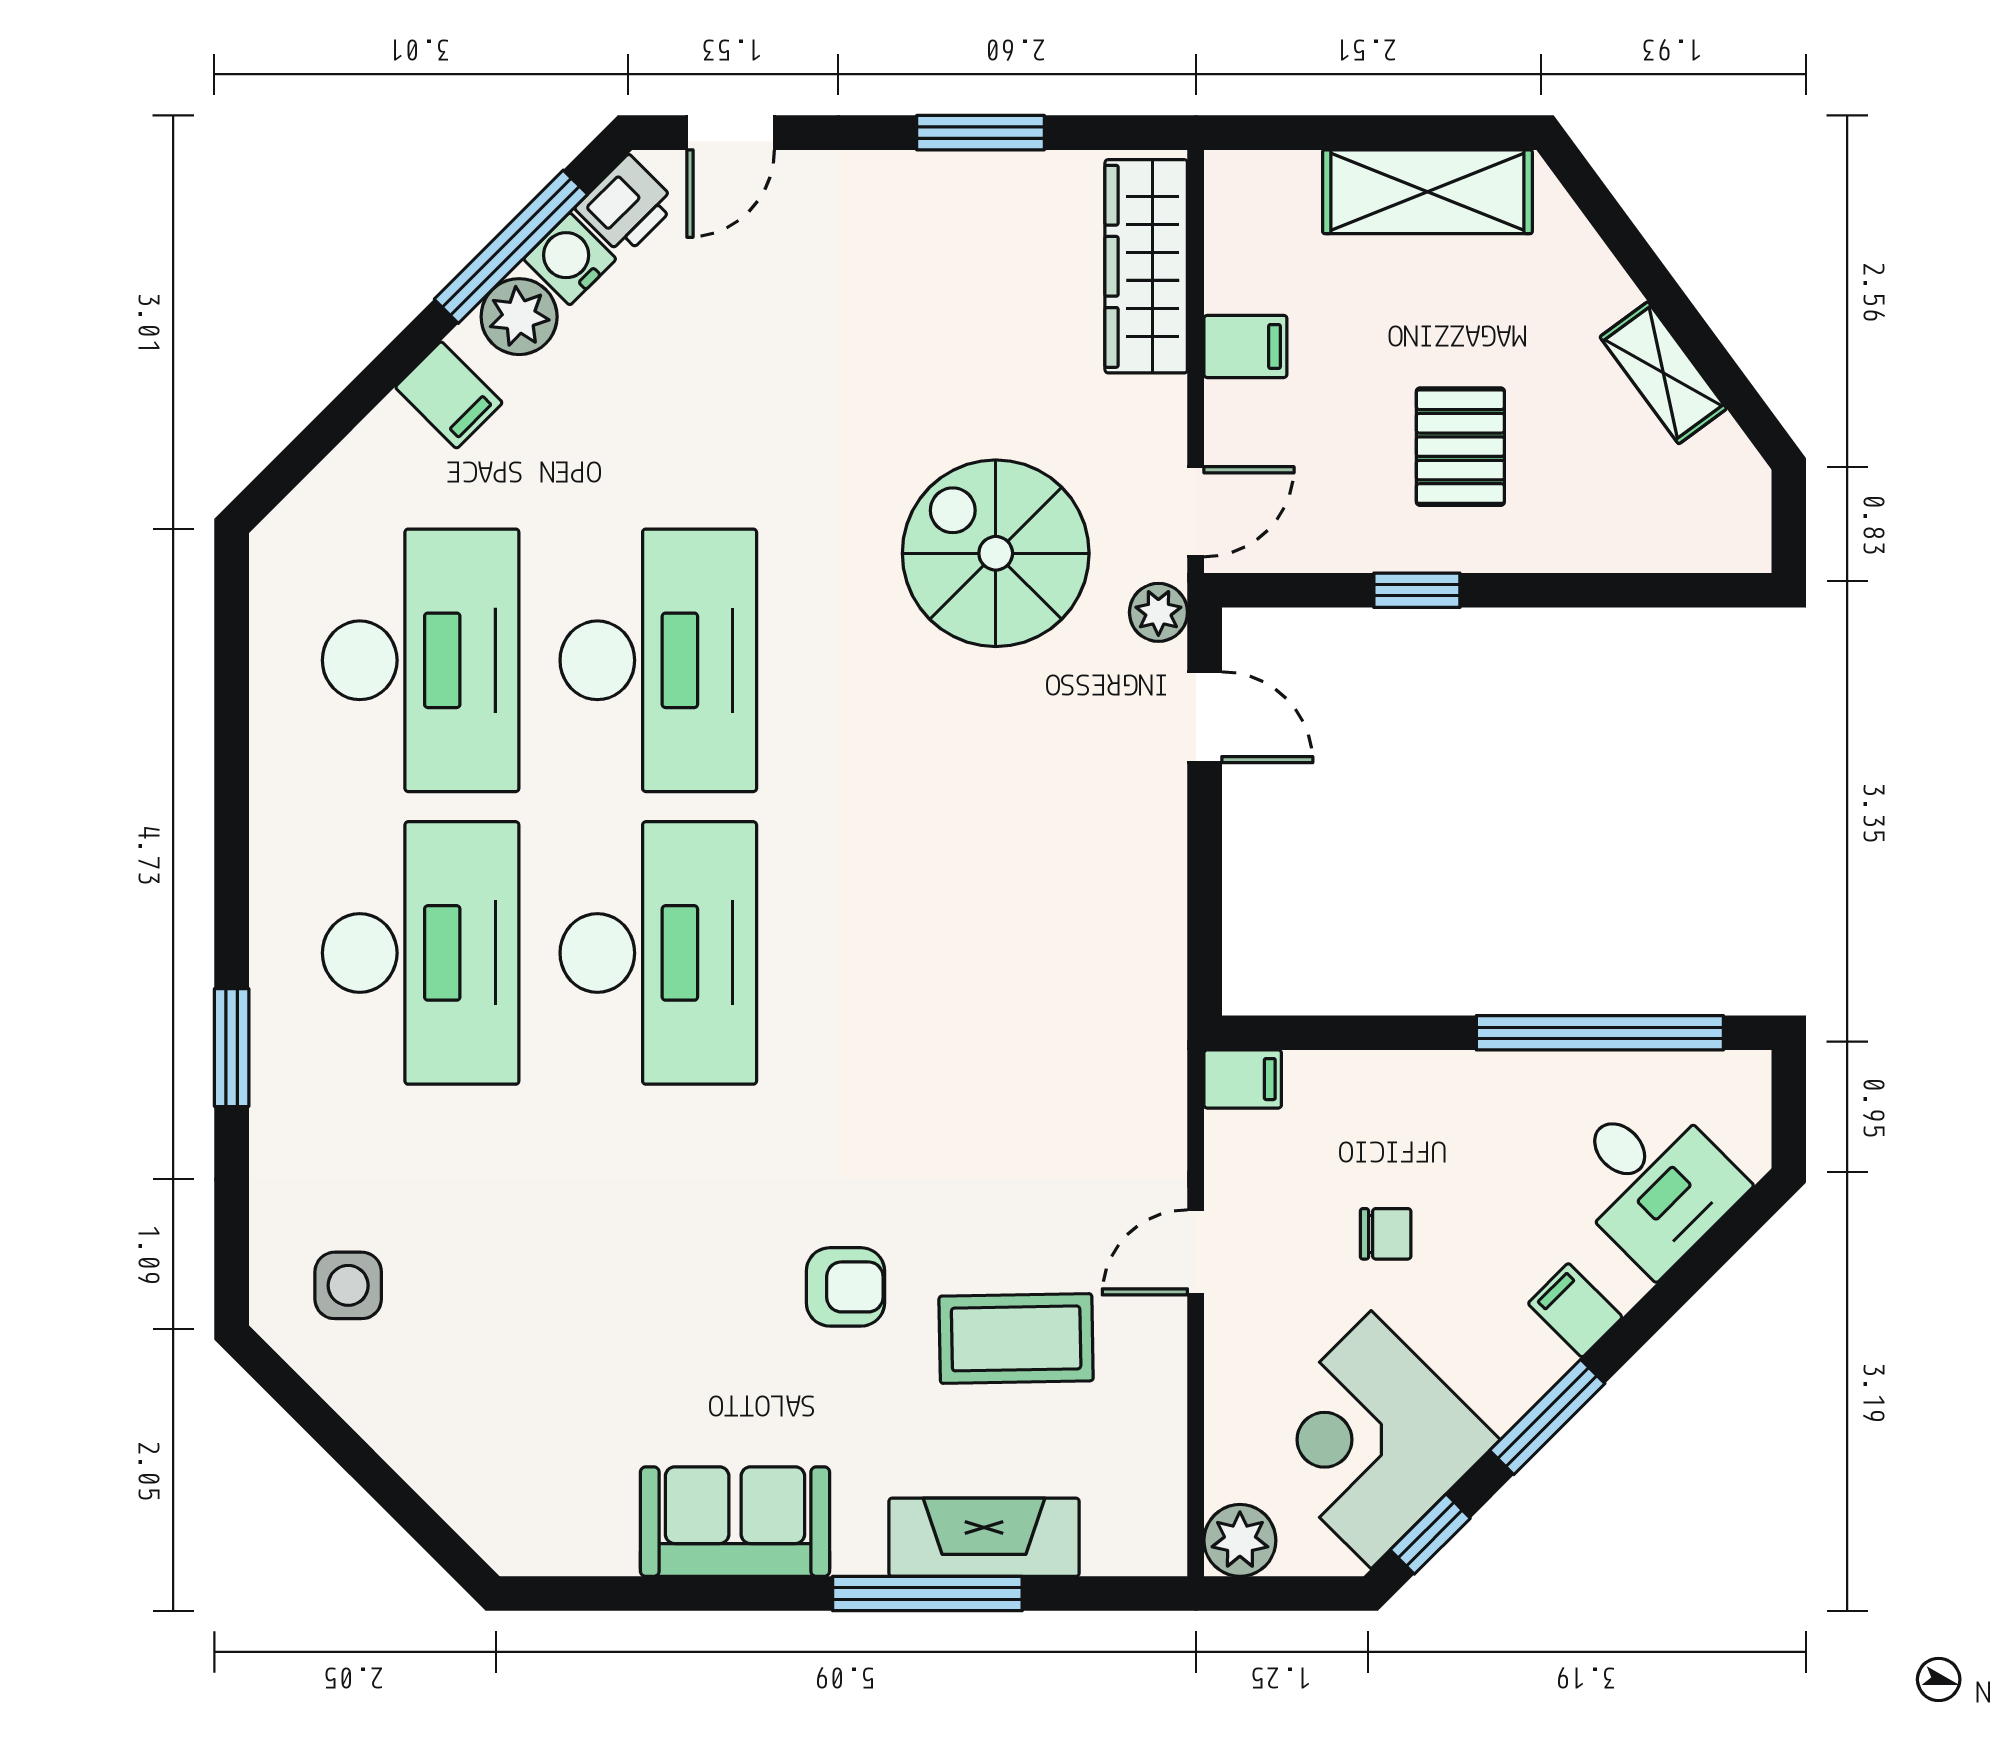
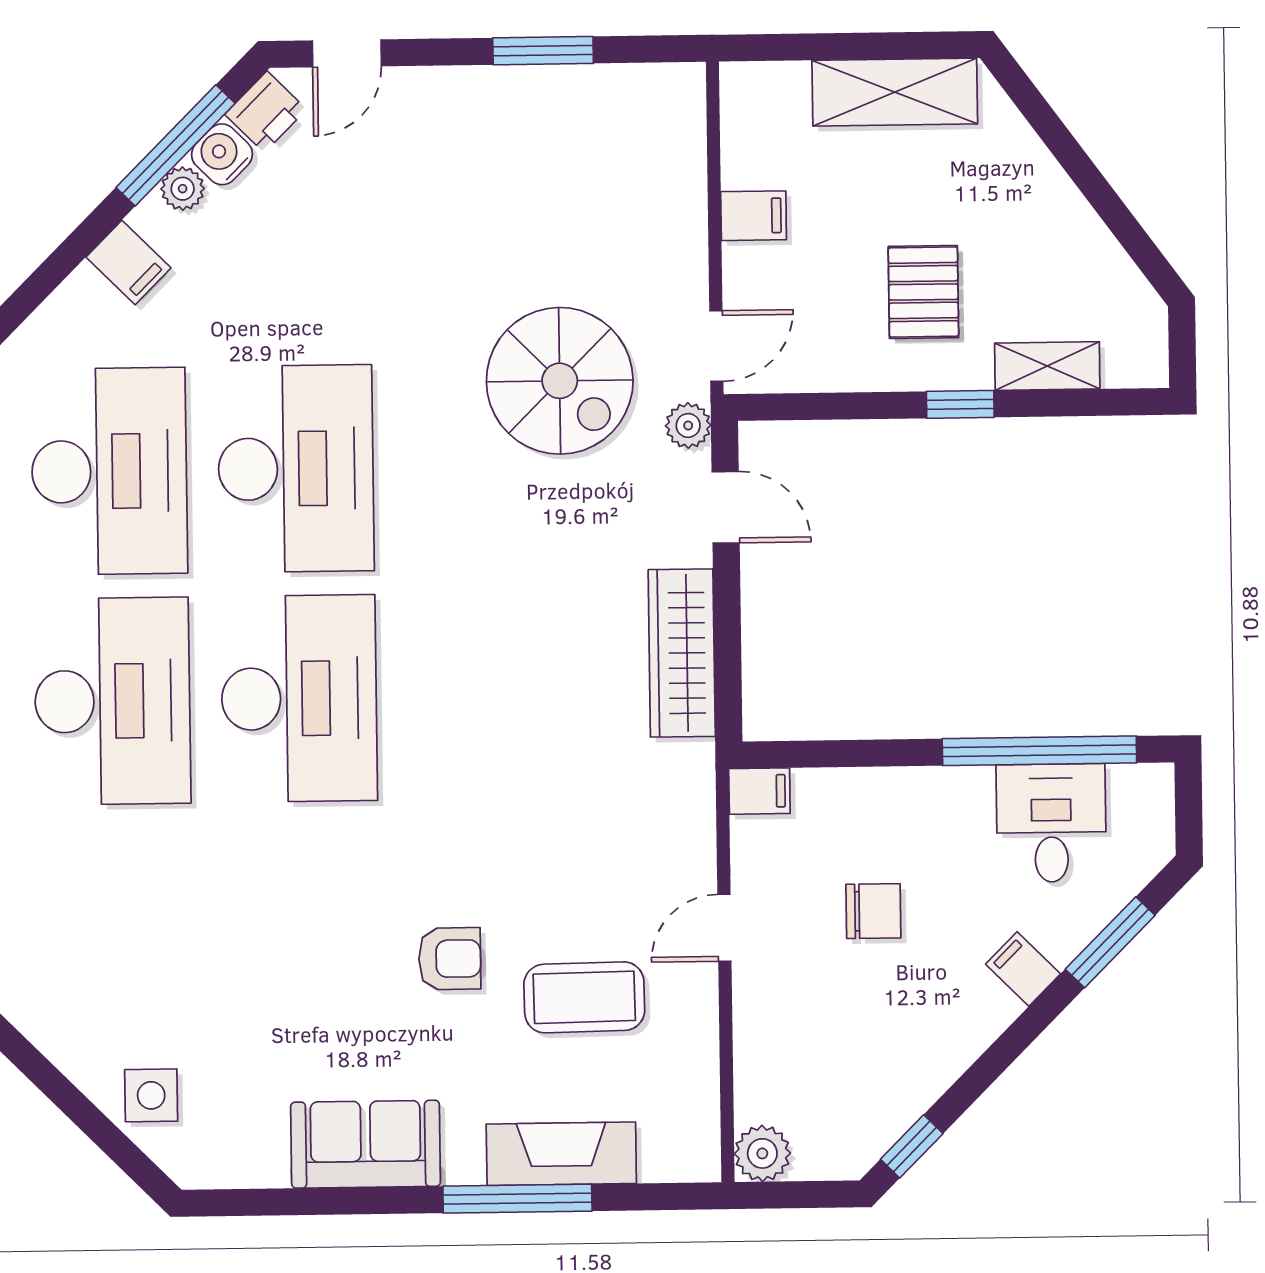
wardrobe: (1146, 266) -> (682, 653), moved
plant: (519, 317) -> (183, 189), width x0.73, depth x0.73
shelving: (1663, 373) -> (1047, 366), moved, turned -54
spiral stairs: (996, 553) -> (560, 381), turned 180
window: (1417, 590) -> (960, 404), moved
desk: (1653, 1182) -> (1051, 823), moved, turned -135
chair: (1386, 1234) -> (873, 911), width x1.37, depth x1.37
side table: (348, 1285) -> (151, 1095), moved
window: (1547, 1417) -> (1110, 942), moved
corner desk: (1371, 1440) -> (864, 1073), removed

